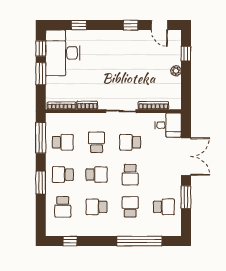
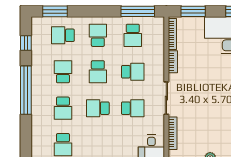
window: (41, 74) -> (193, 11), moved
school desk: (130, 142) -> (133, 108), turned 90
window: (41, 183) -> (55, 11), moved
school desk: (130, 207) -> (63, 108), turned 90
window: (139, 241) -> (26, 90), moved

